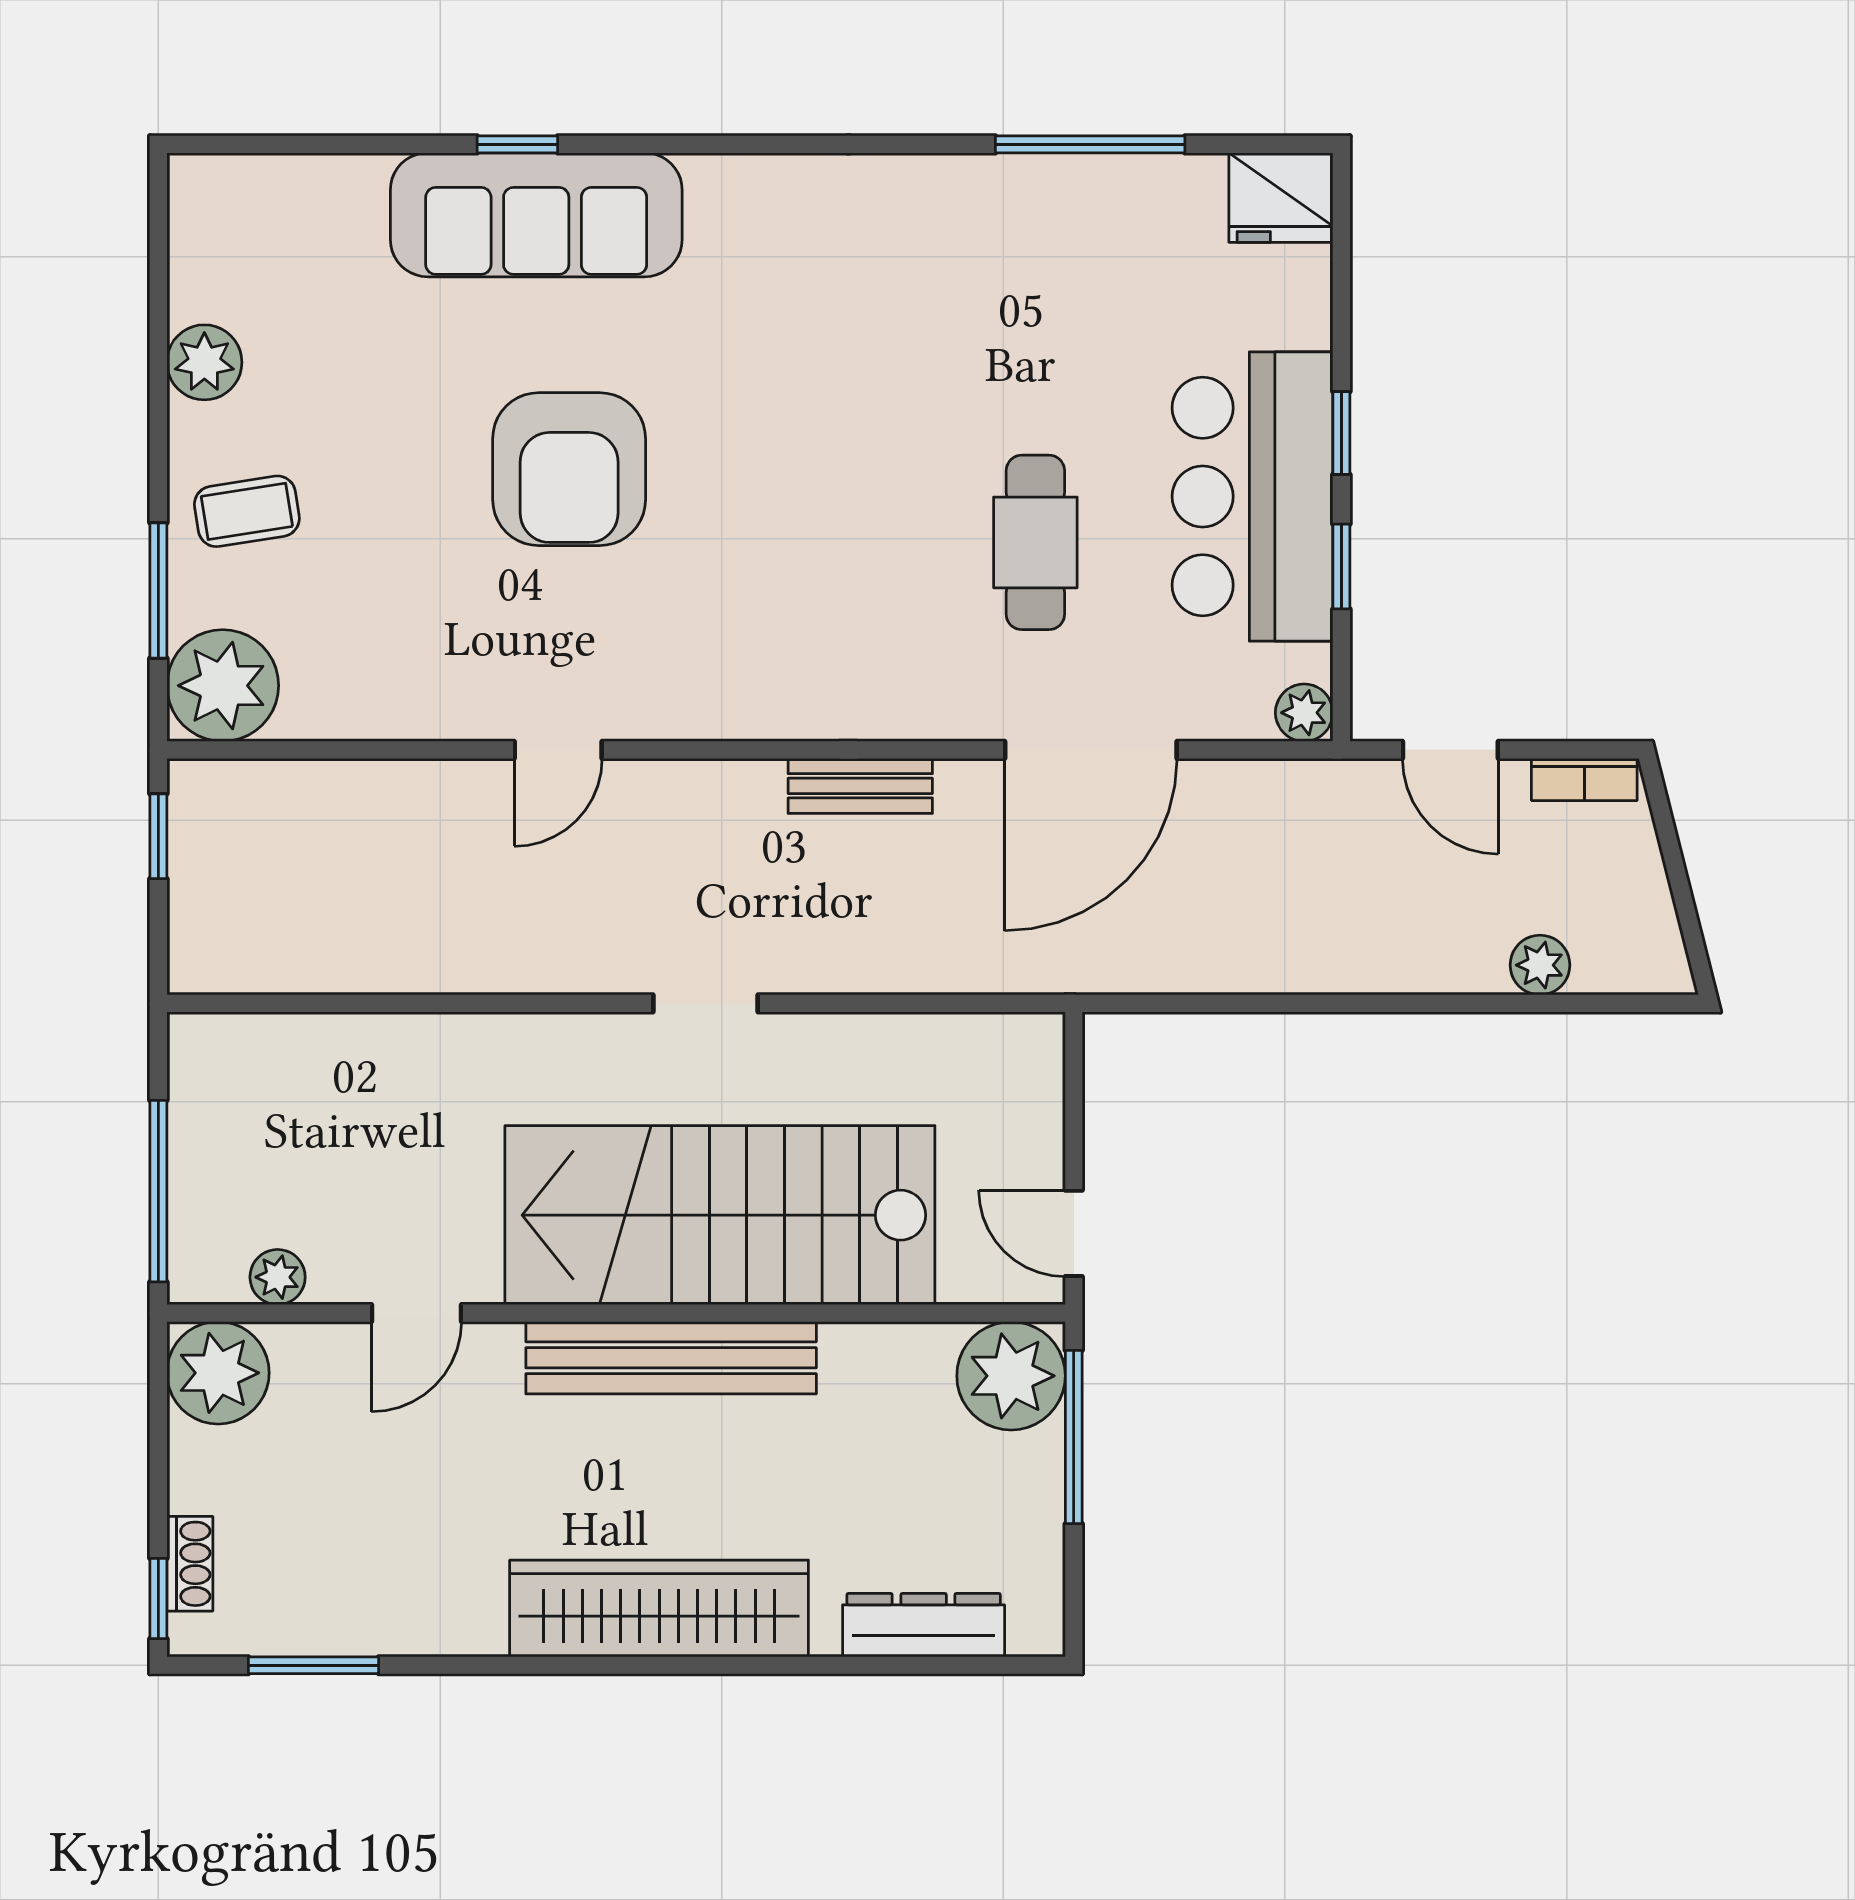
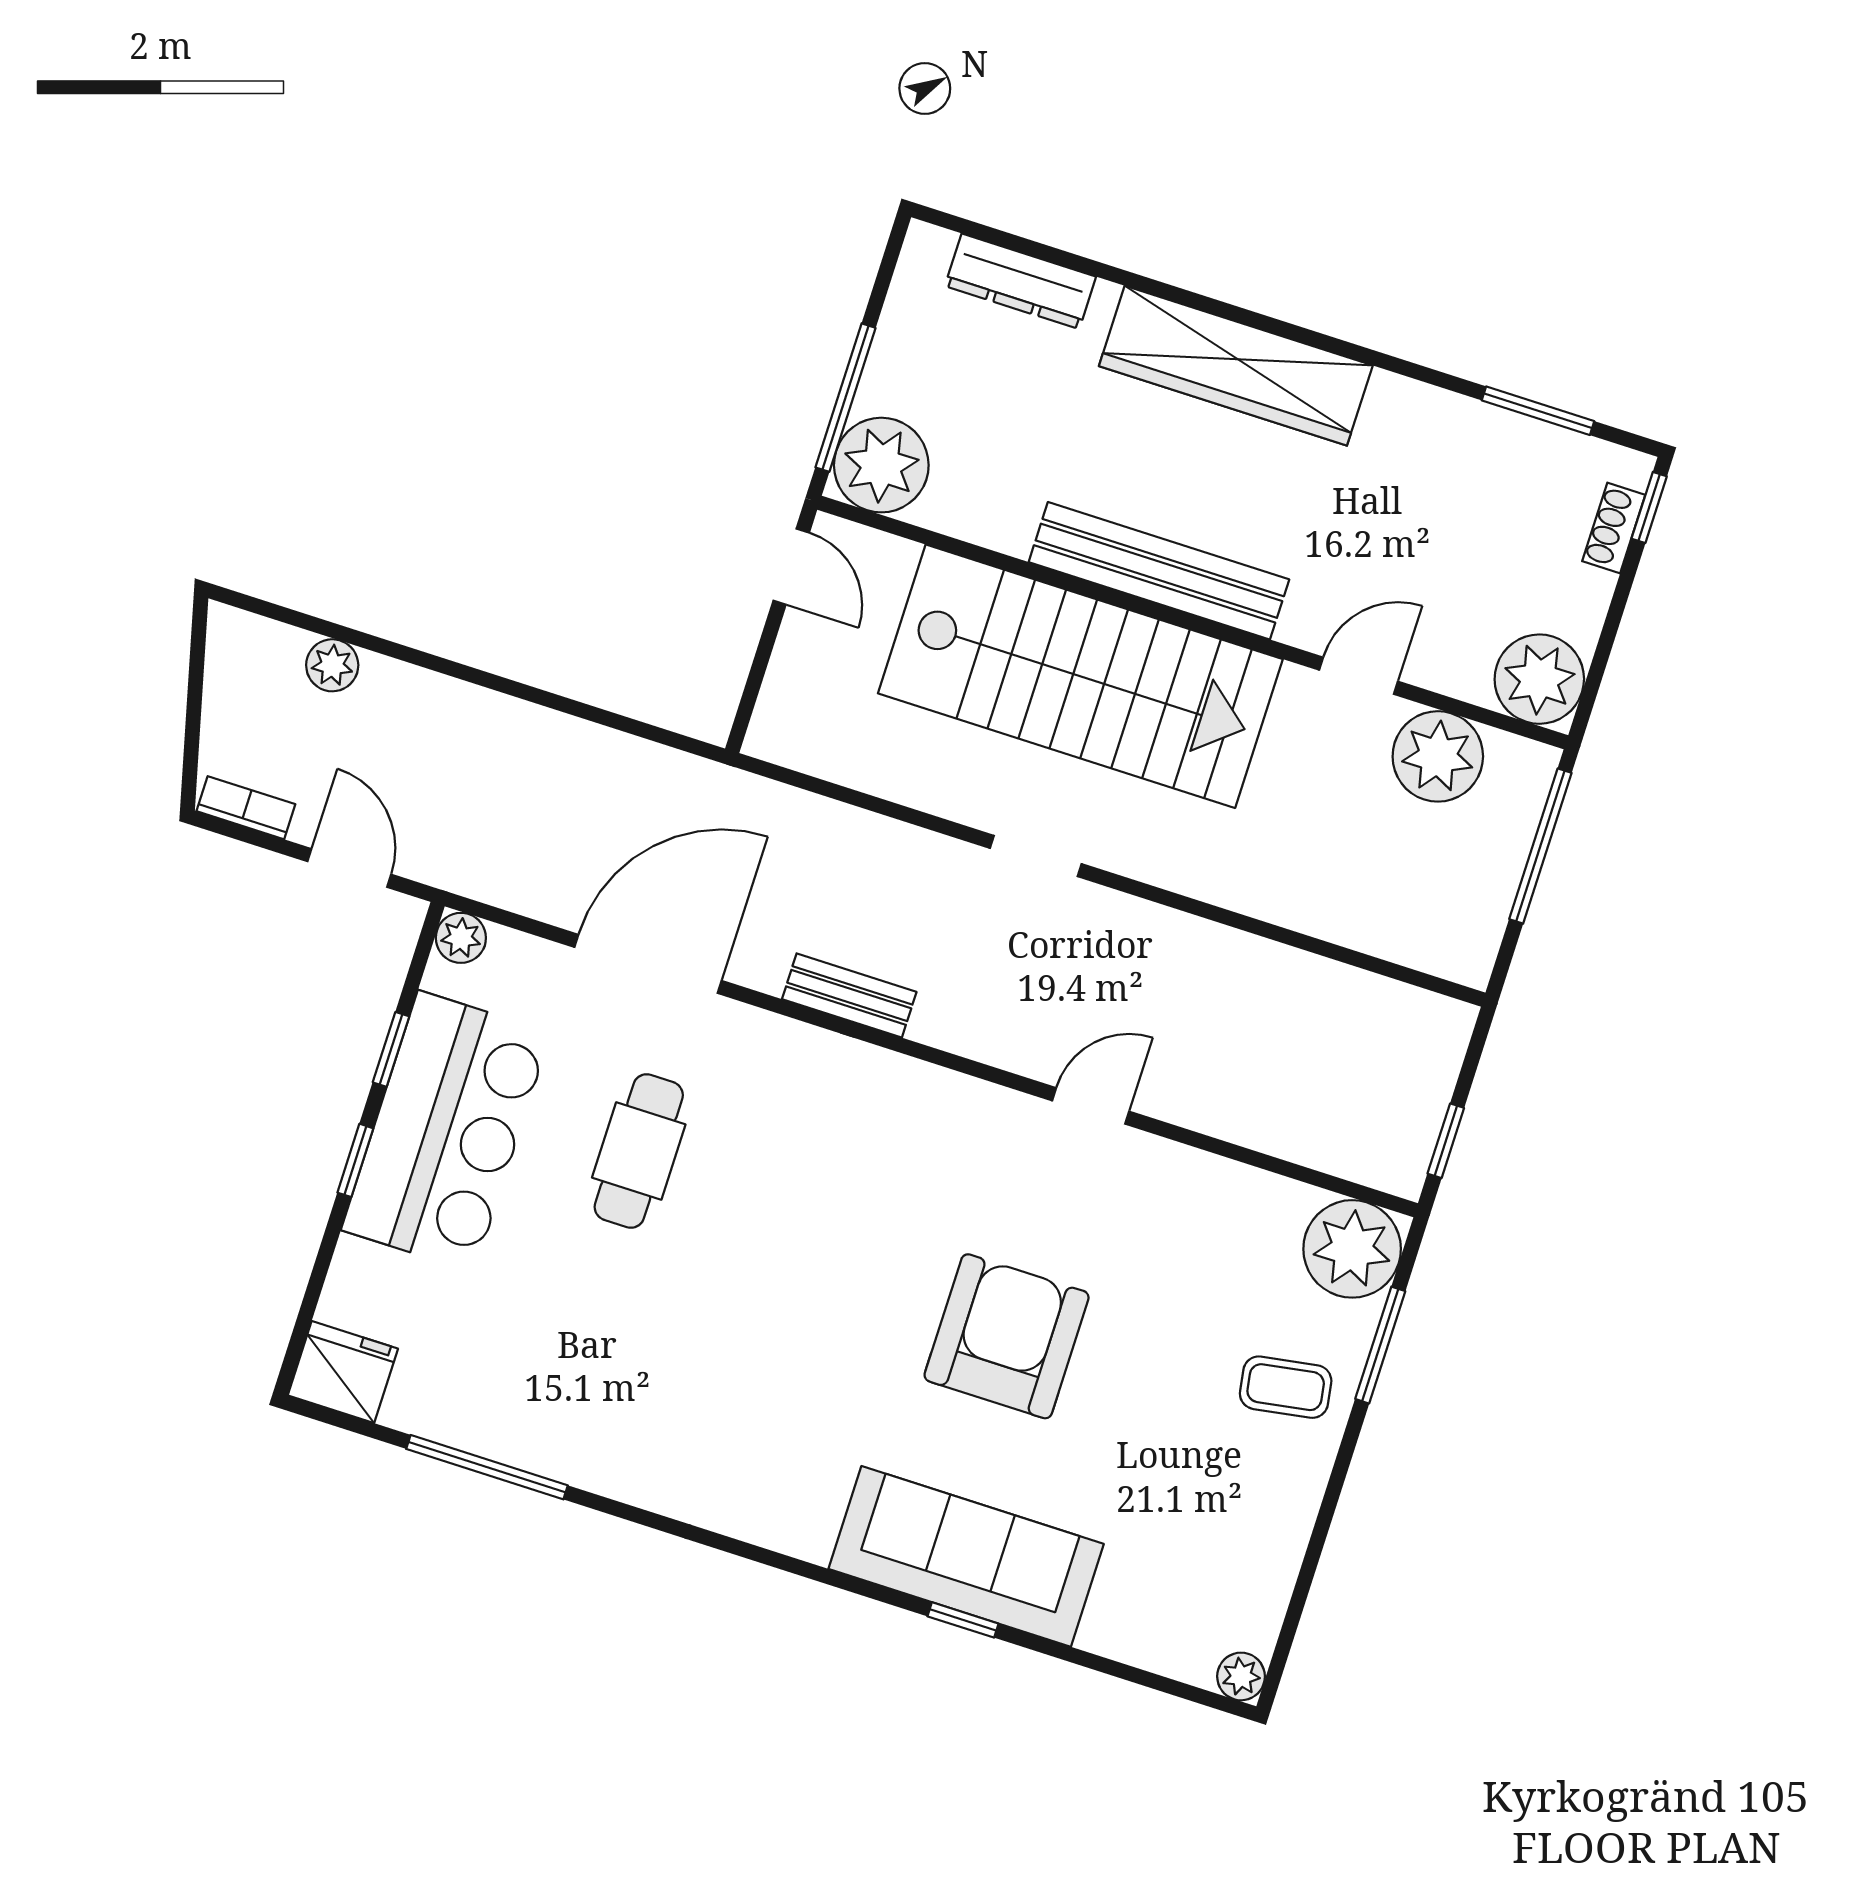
plant: (204, 362) -> (1241, 1676), moved, width x0.73, depth x0.73
plant: (278, 1277) -> (1438, 756), width x1.87, depth x1.87

